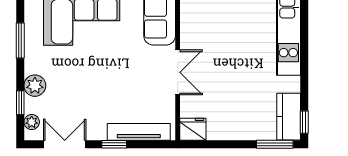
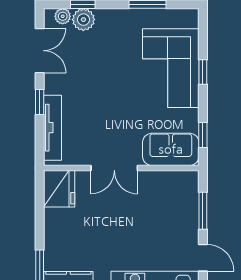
plant: (35, 86) -> (83, 20), moved
fridge: (193, 129) -> (59, 189), width x1.36, depth x1.34

